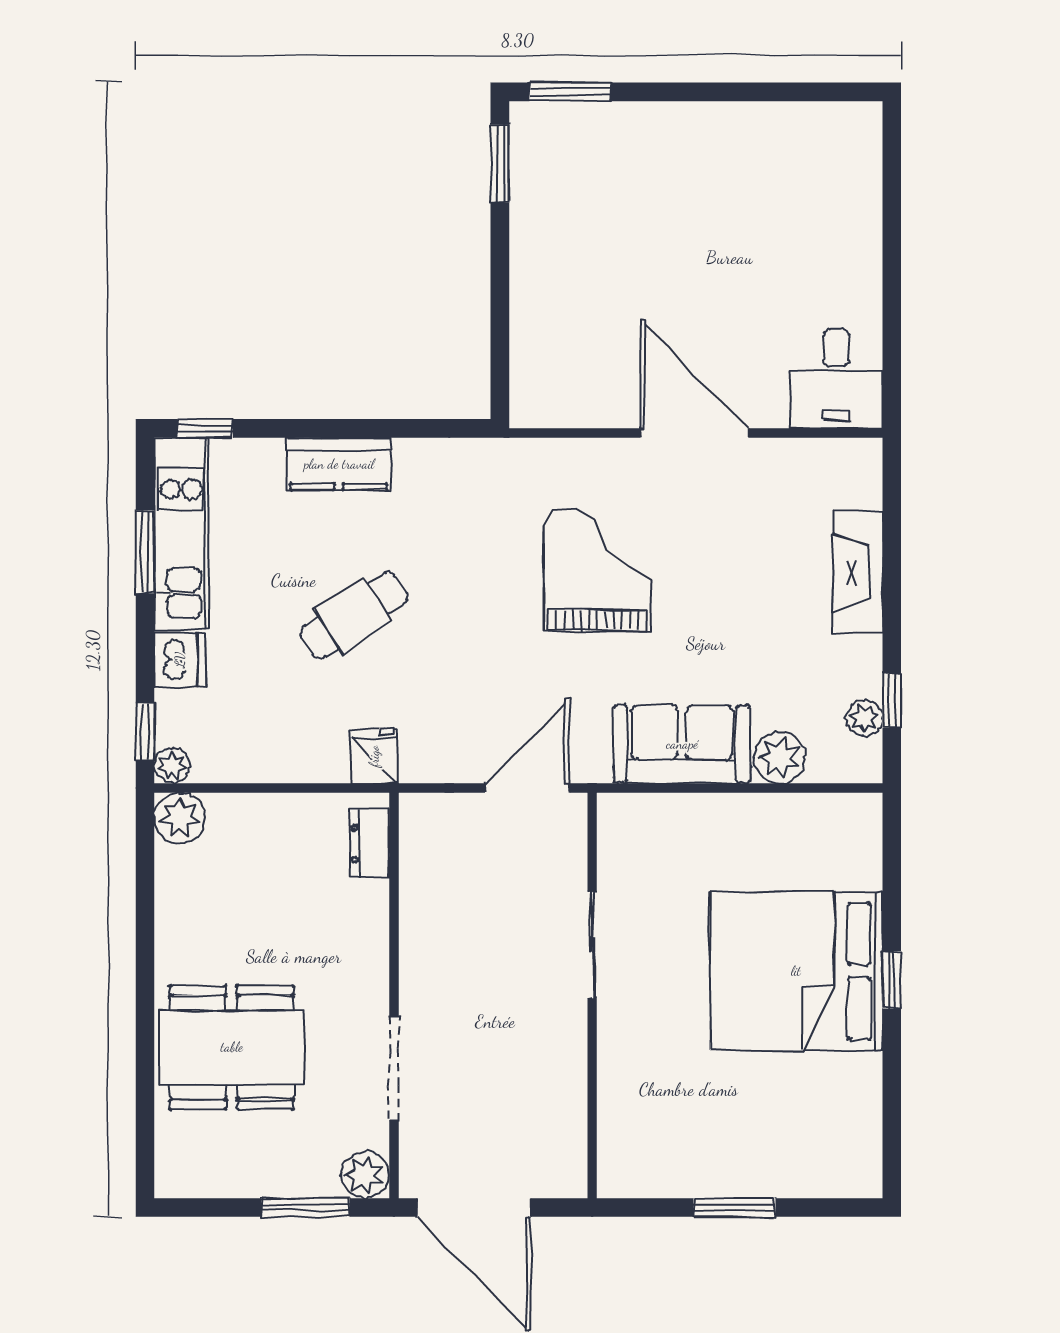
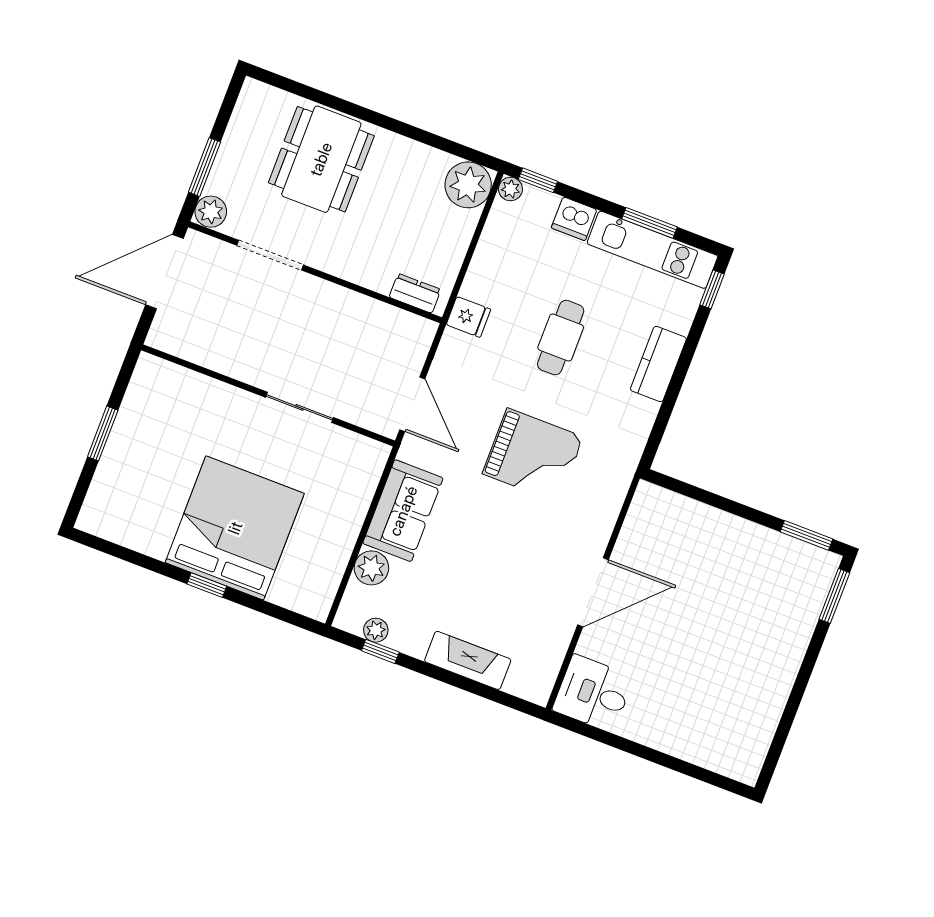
grand piano: (597, 570) -> (533, 455), moved
cafe table: (354, 615) -> (561, 338), turned 34
plant: (180, 818) -> (468, 185), width x1.36, depth x1.36

